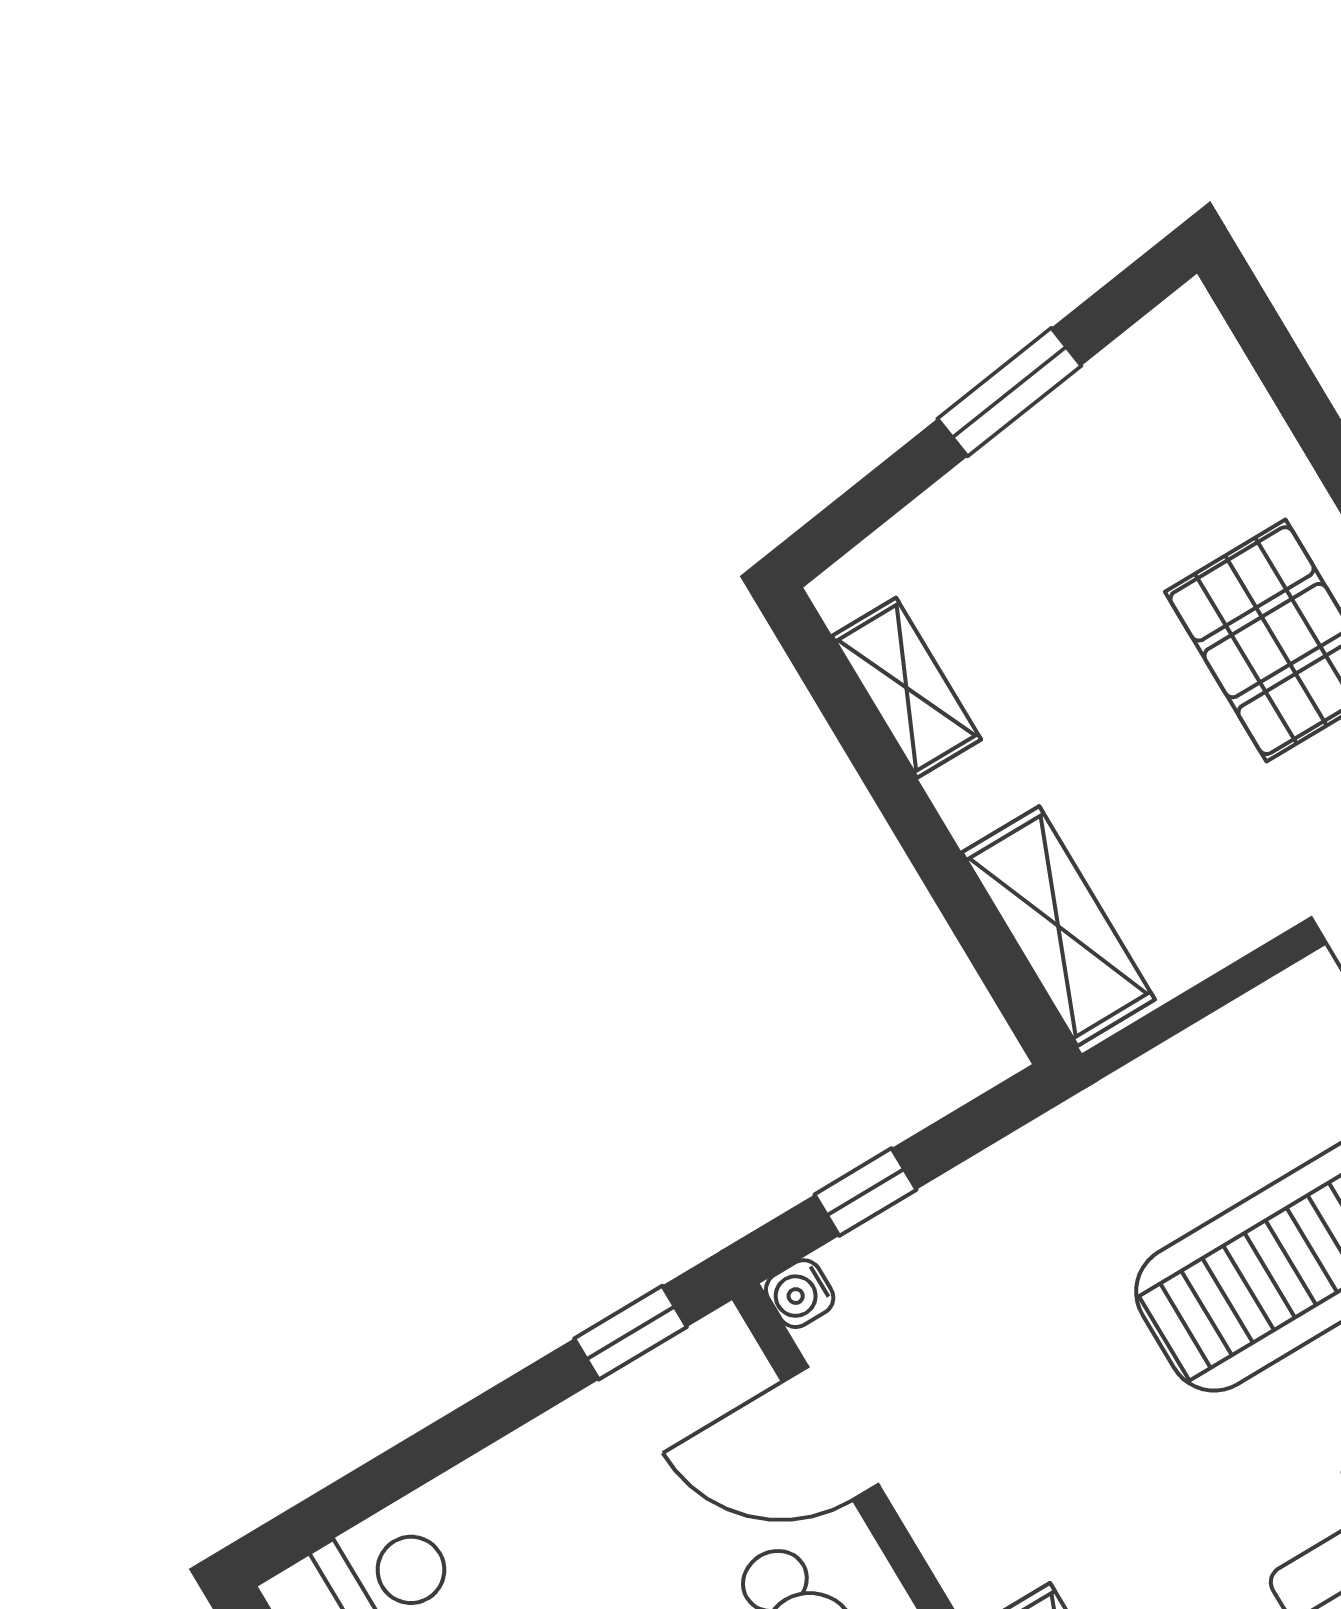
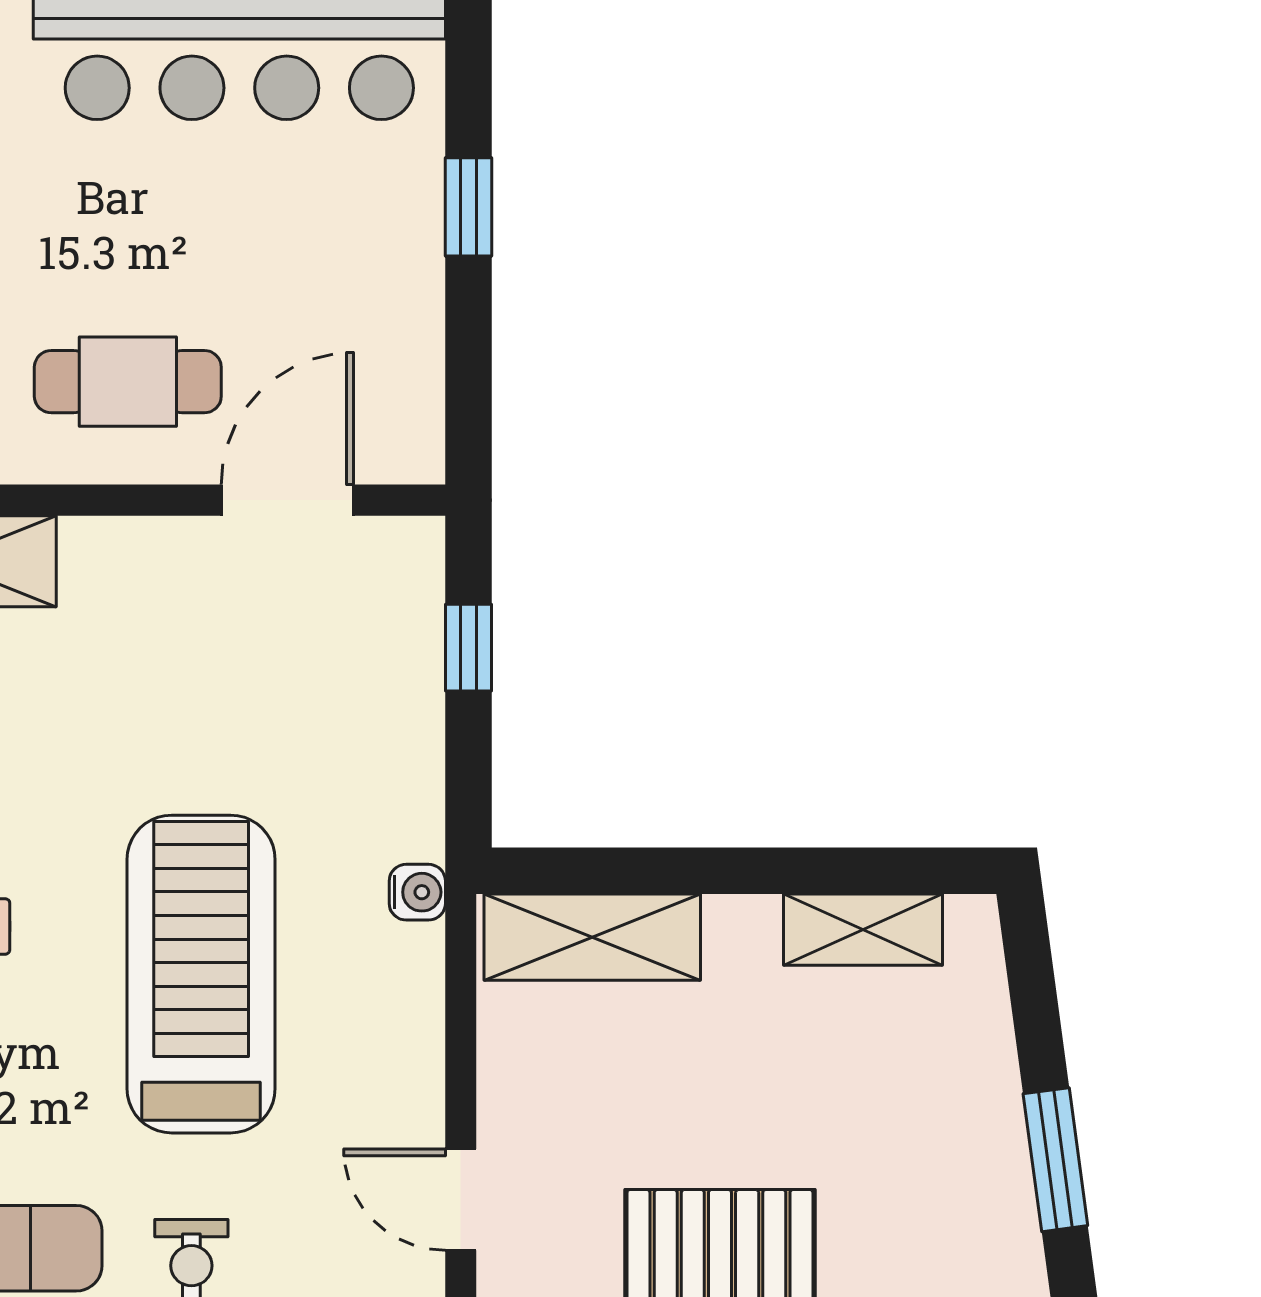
water cooler: (800, 1294) -> (417, 892), moved, turned 90
window: (631, 1333) -> (468, 207), moved

